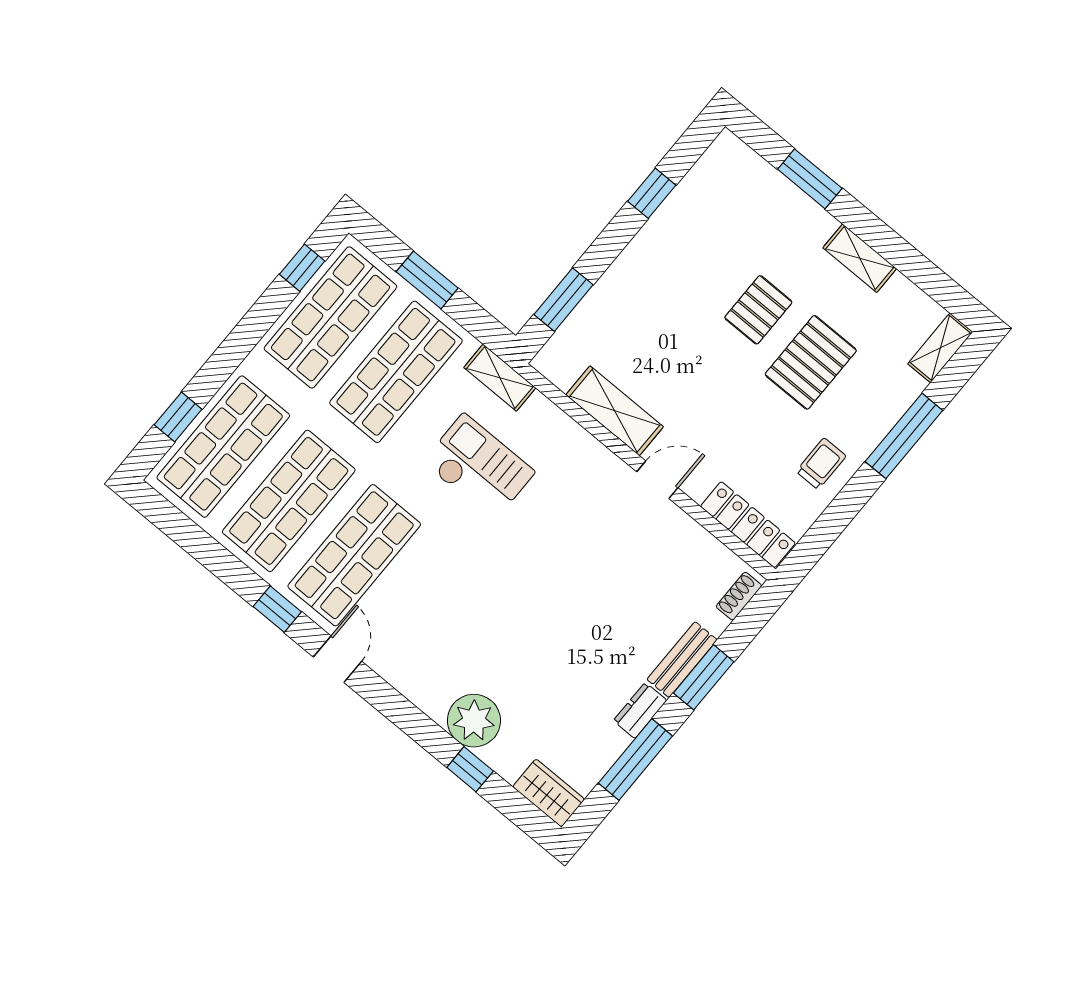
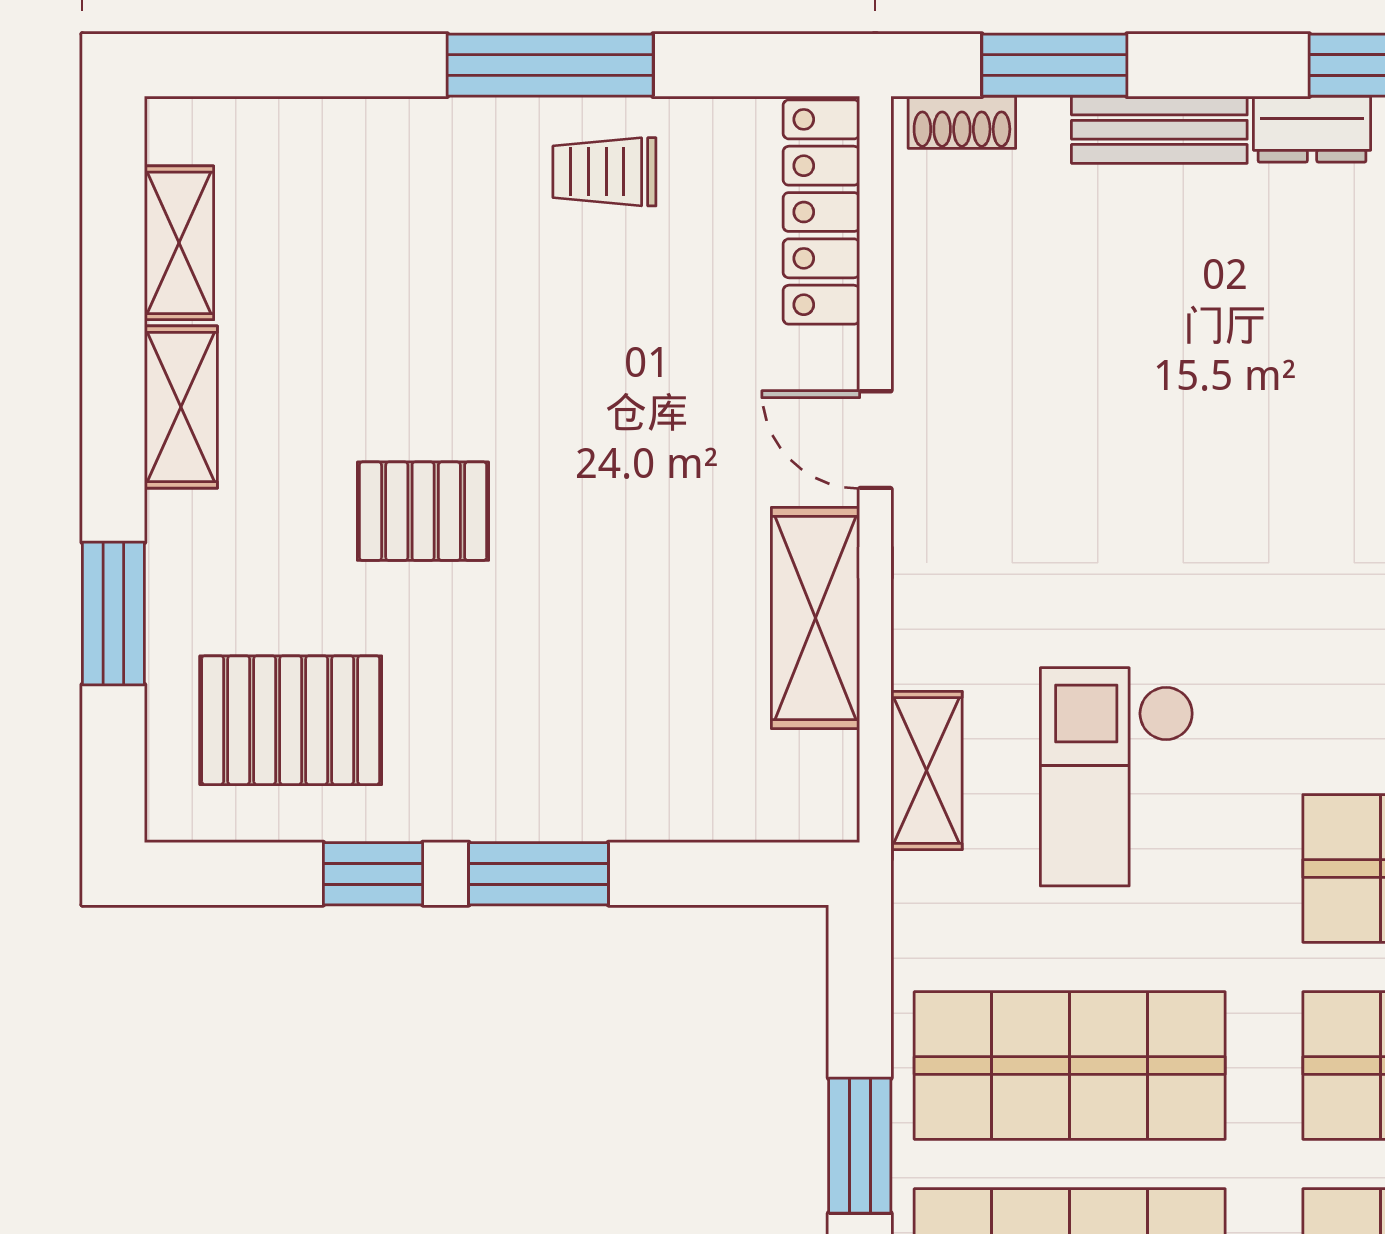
window: (563, 300) -> (539, 874), moved
shelving: (940, 348) -> (179, 243), moved, turned 90
pallet: (811, 362) -> (291, 720), moved
shelving: (500, 378) -> (926, 770), moved
window: (904, 436) -> (550, 65), moved
window: (704, 677) -> (1054, 65), moved

